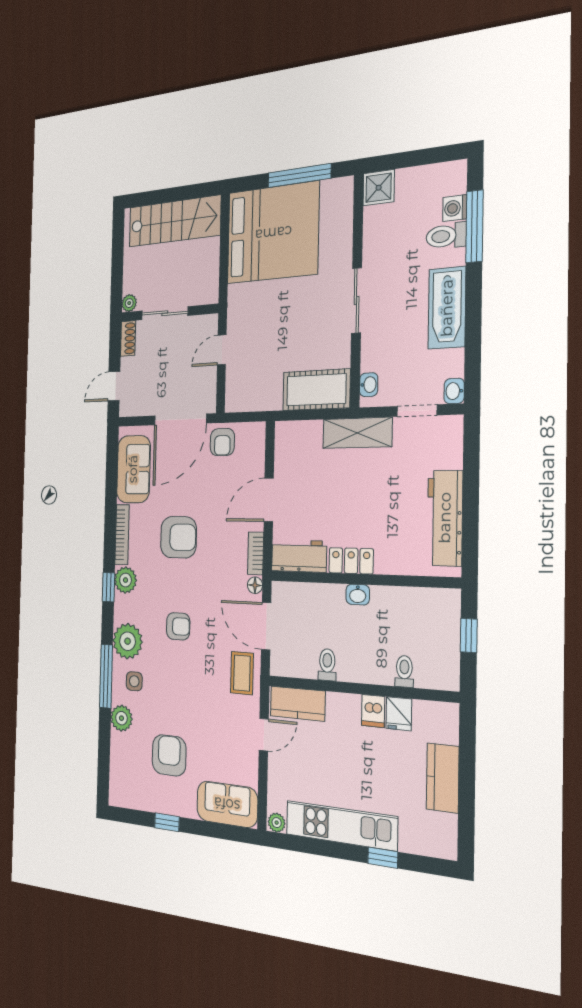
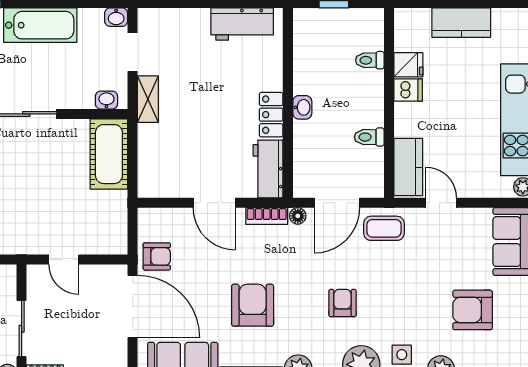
shelving: (357, 433) -> (148, 99), width x0.67, depth x0.75
workbench: (445, 518) -> (242, 24), width x0.73

